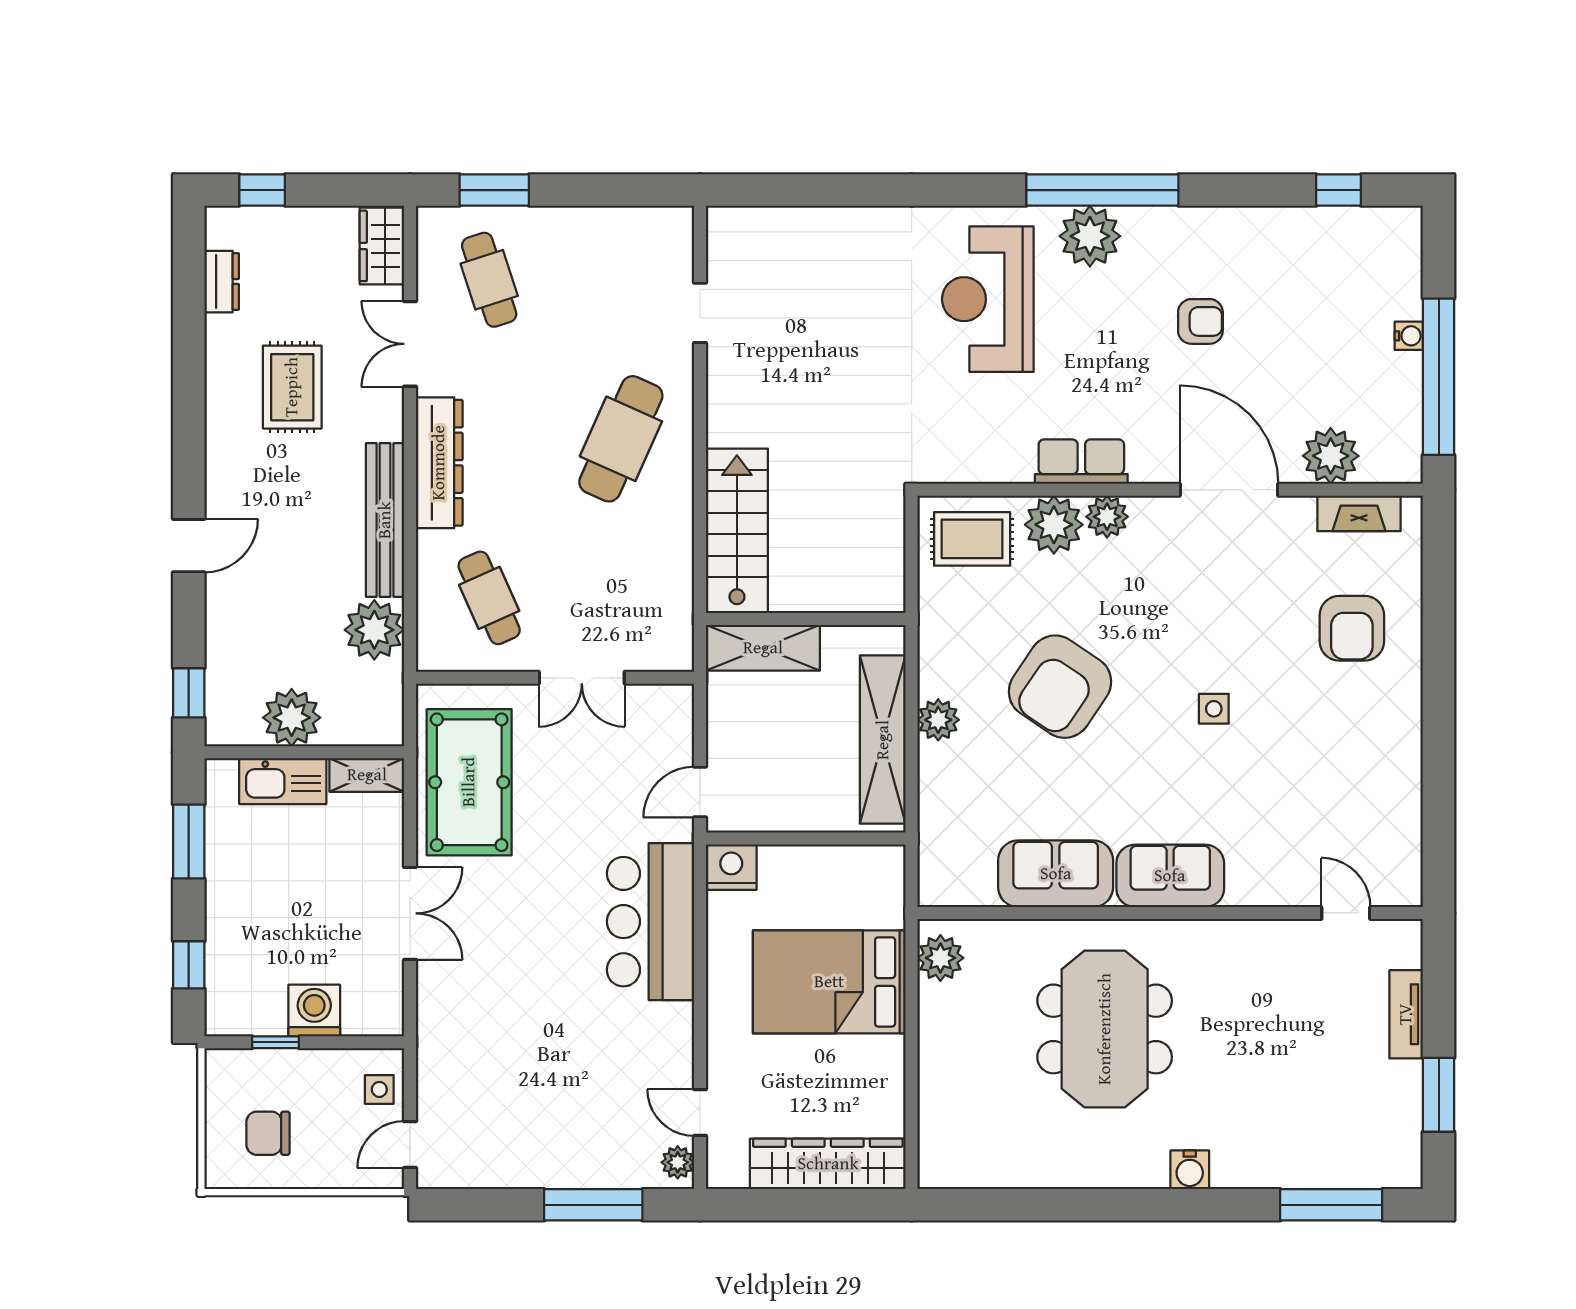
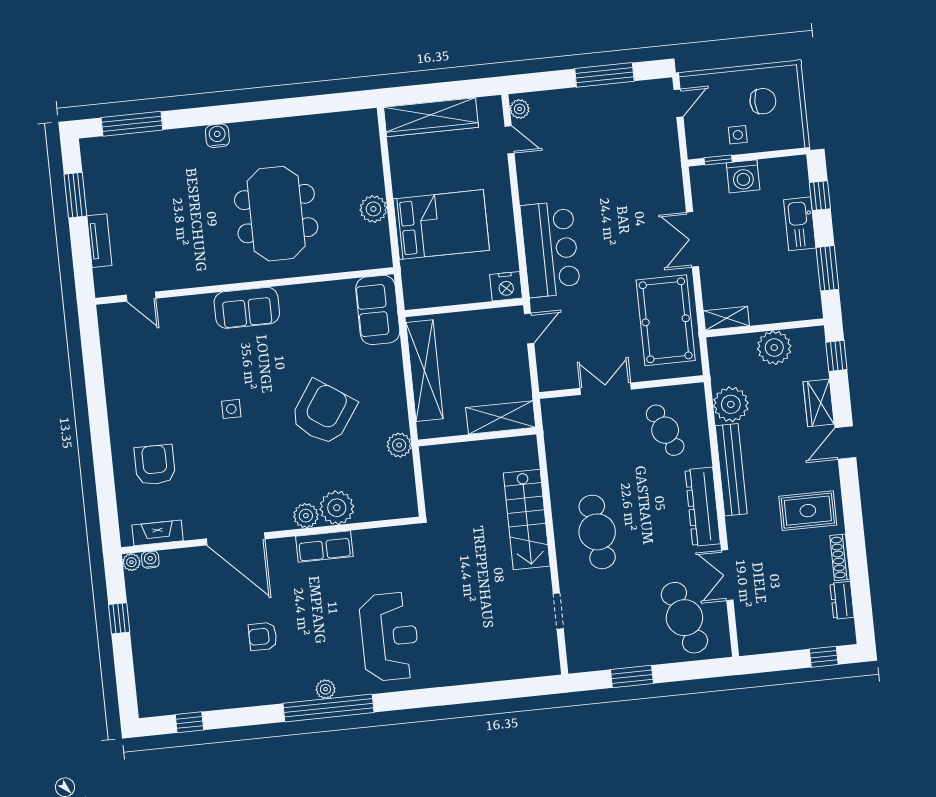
window: (494, 190) -> (632, 677), moved
plant: (1090, 236) -> (326, 689), width x0.53, depth x0.53
wardrobe: (382, 246) -> (819, 403), moved, turned 180
cafe table: (489, 280) -> (684, 618), width x1.37, depth x1.35
water cooler: (1409, 336) -> (150, 560), moved, turned 90
double door: (410, 344) -> (727, 575), swing flipped
shoe rack: (217, 354) -> (840, 557), added
window: (1439, 377) -> (119, 618), width x0.32
rug: (292, 387) -> (808, 511), moved, turned 90
cafe table: (621, 439) -> (597, 532), turned -30
plant: (1331, 456) -> (131, 562), moved, width x0.53, depth x0.53
stairs: (737, 531) -> (527, 519), moved
rug: (972, 539) -> (384, 494), removed
plant: (938, 720) -> (399, 445), moved
kitchen sink: (283, 781) -> (800, 224), moved, turned -90
sofa: (1056, 874) -> (378, 310), moved, turned 90
plant: (940, 958) -> (373, 209), moved
window: (275, 1042) -> (718, 160), moved
side table: (379, 1089) -> (738, 135), moved
window: (593, 1205) -> (604, 75), moved

